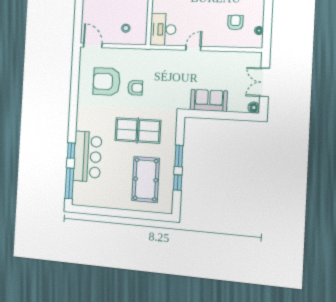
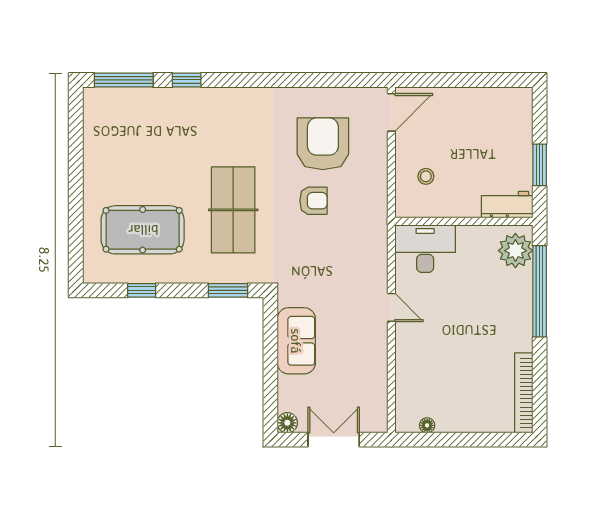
armchair: (235, 22) -> (441, 382), removed
armchair: (135, 88) -> (313, 201), turned -90
window: (179, 156) -> (228, 290), moved
bar counter: (87, 157) -> (178, 113), removed

